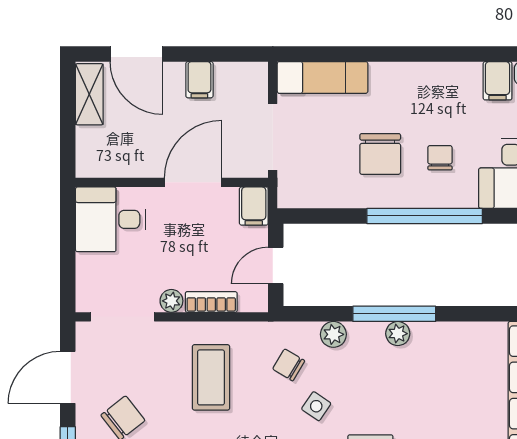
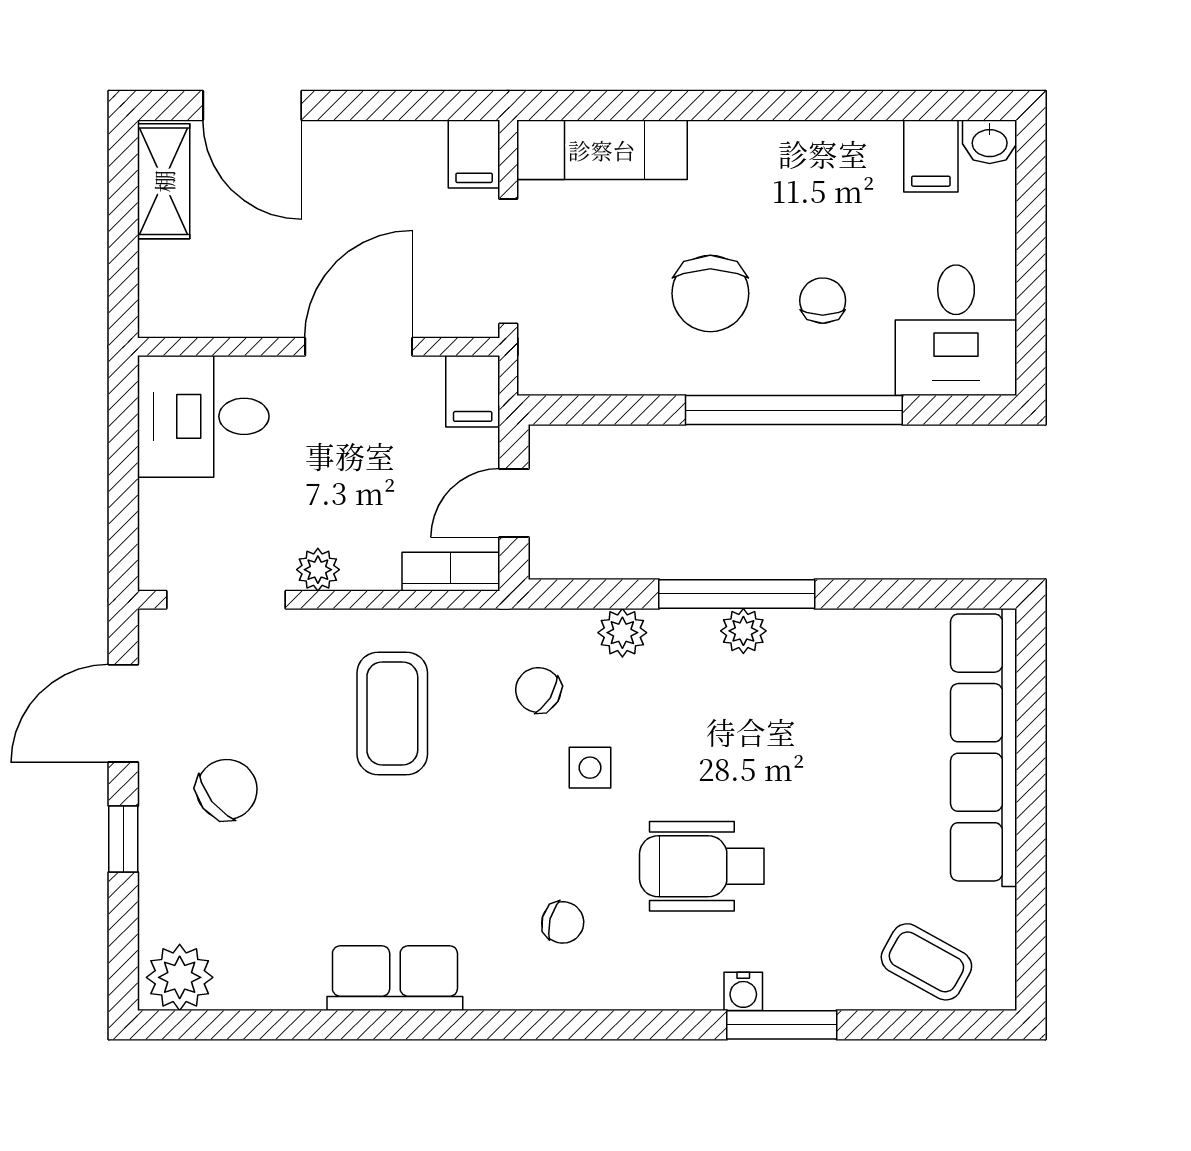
filing cabinet: (199, 80) -> (474, 154), moved
bookcase: (211, 302) -> (451, 572), moved
side table: (316, 406) -> (590, 768), turned -34

